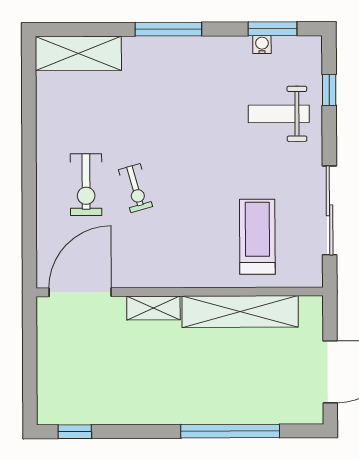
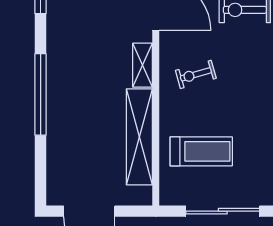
exercise bike: (136, 188) -> (196, 74), moved
window: (230, 431) -> (41, 94), moved

